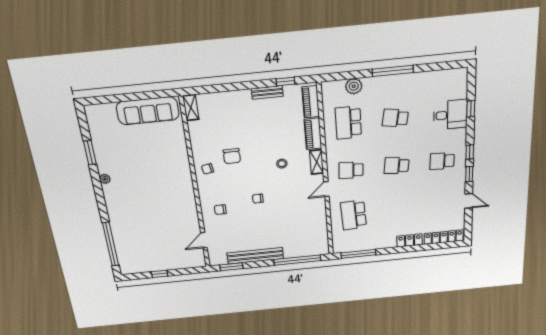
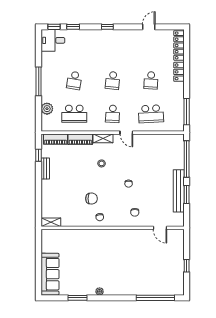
sofa: (148, 111) -> (50, 274), moved
desk: (450, 115) -> (53, 40), moved, turned -90
school desk: (442, 161) -> (151, 80), moved
window: (469, 174) -> (54, 27), moved
window: (231, 267) -> (187, 195), moved

